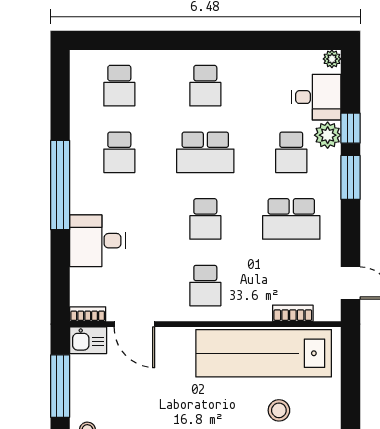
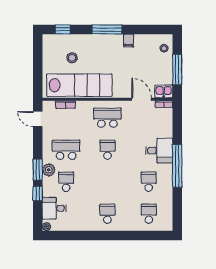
plant: (328, 135) -> (49, 170), moved
school desk: (205, 152) -> (107, 182), removed
desk: (97, 241) -> (159, 151), moved
school desk: (205, 286) -> (107, 118), width x1.85

